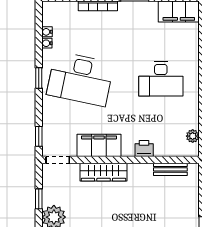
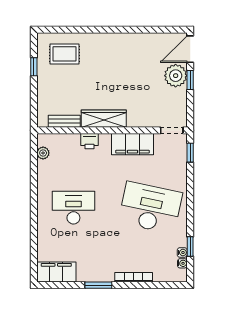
water cooler: (47, 43) -> (182, 263), moved
window: (39, 78) -> (190, 246), moved
wardrobe: (104, 172) -> (104, 119), moved
window: (39, 199) -> (190, 80), moved

